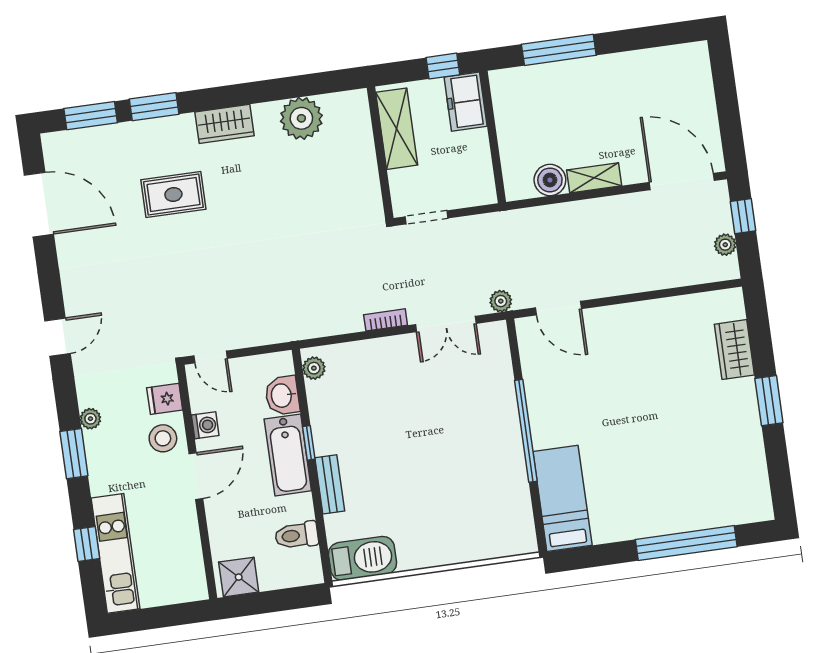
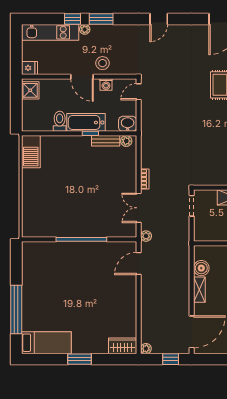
plant: (725, 245) -> (146, 349), moved
door: (58, 337) -> (159, 19), hinge flipped
wardrobe: (734, 350) -> (122, 346), moved
washbasin: (282, 395) -> (128, 124), moved
fridge: (165, 399) -> (29, 68), moved, turned 90
plant: (90, 419) -> (85, 29), moved
bench: (330, 484) -> (106, 141), moved
bed: (562, 498) -> (46, 343), moved
toilet: (297, 535) -> (60, 121), moved
window: (87, 544) -> (72, 19), moved

